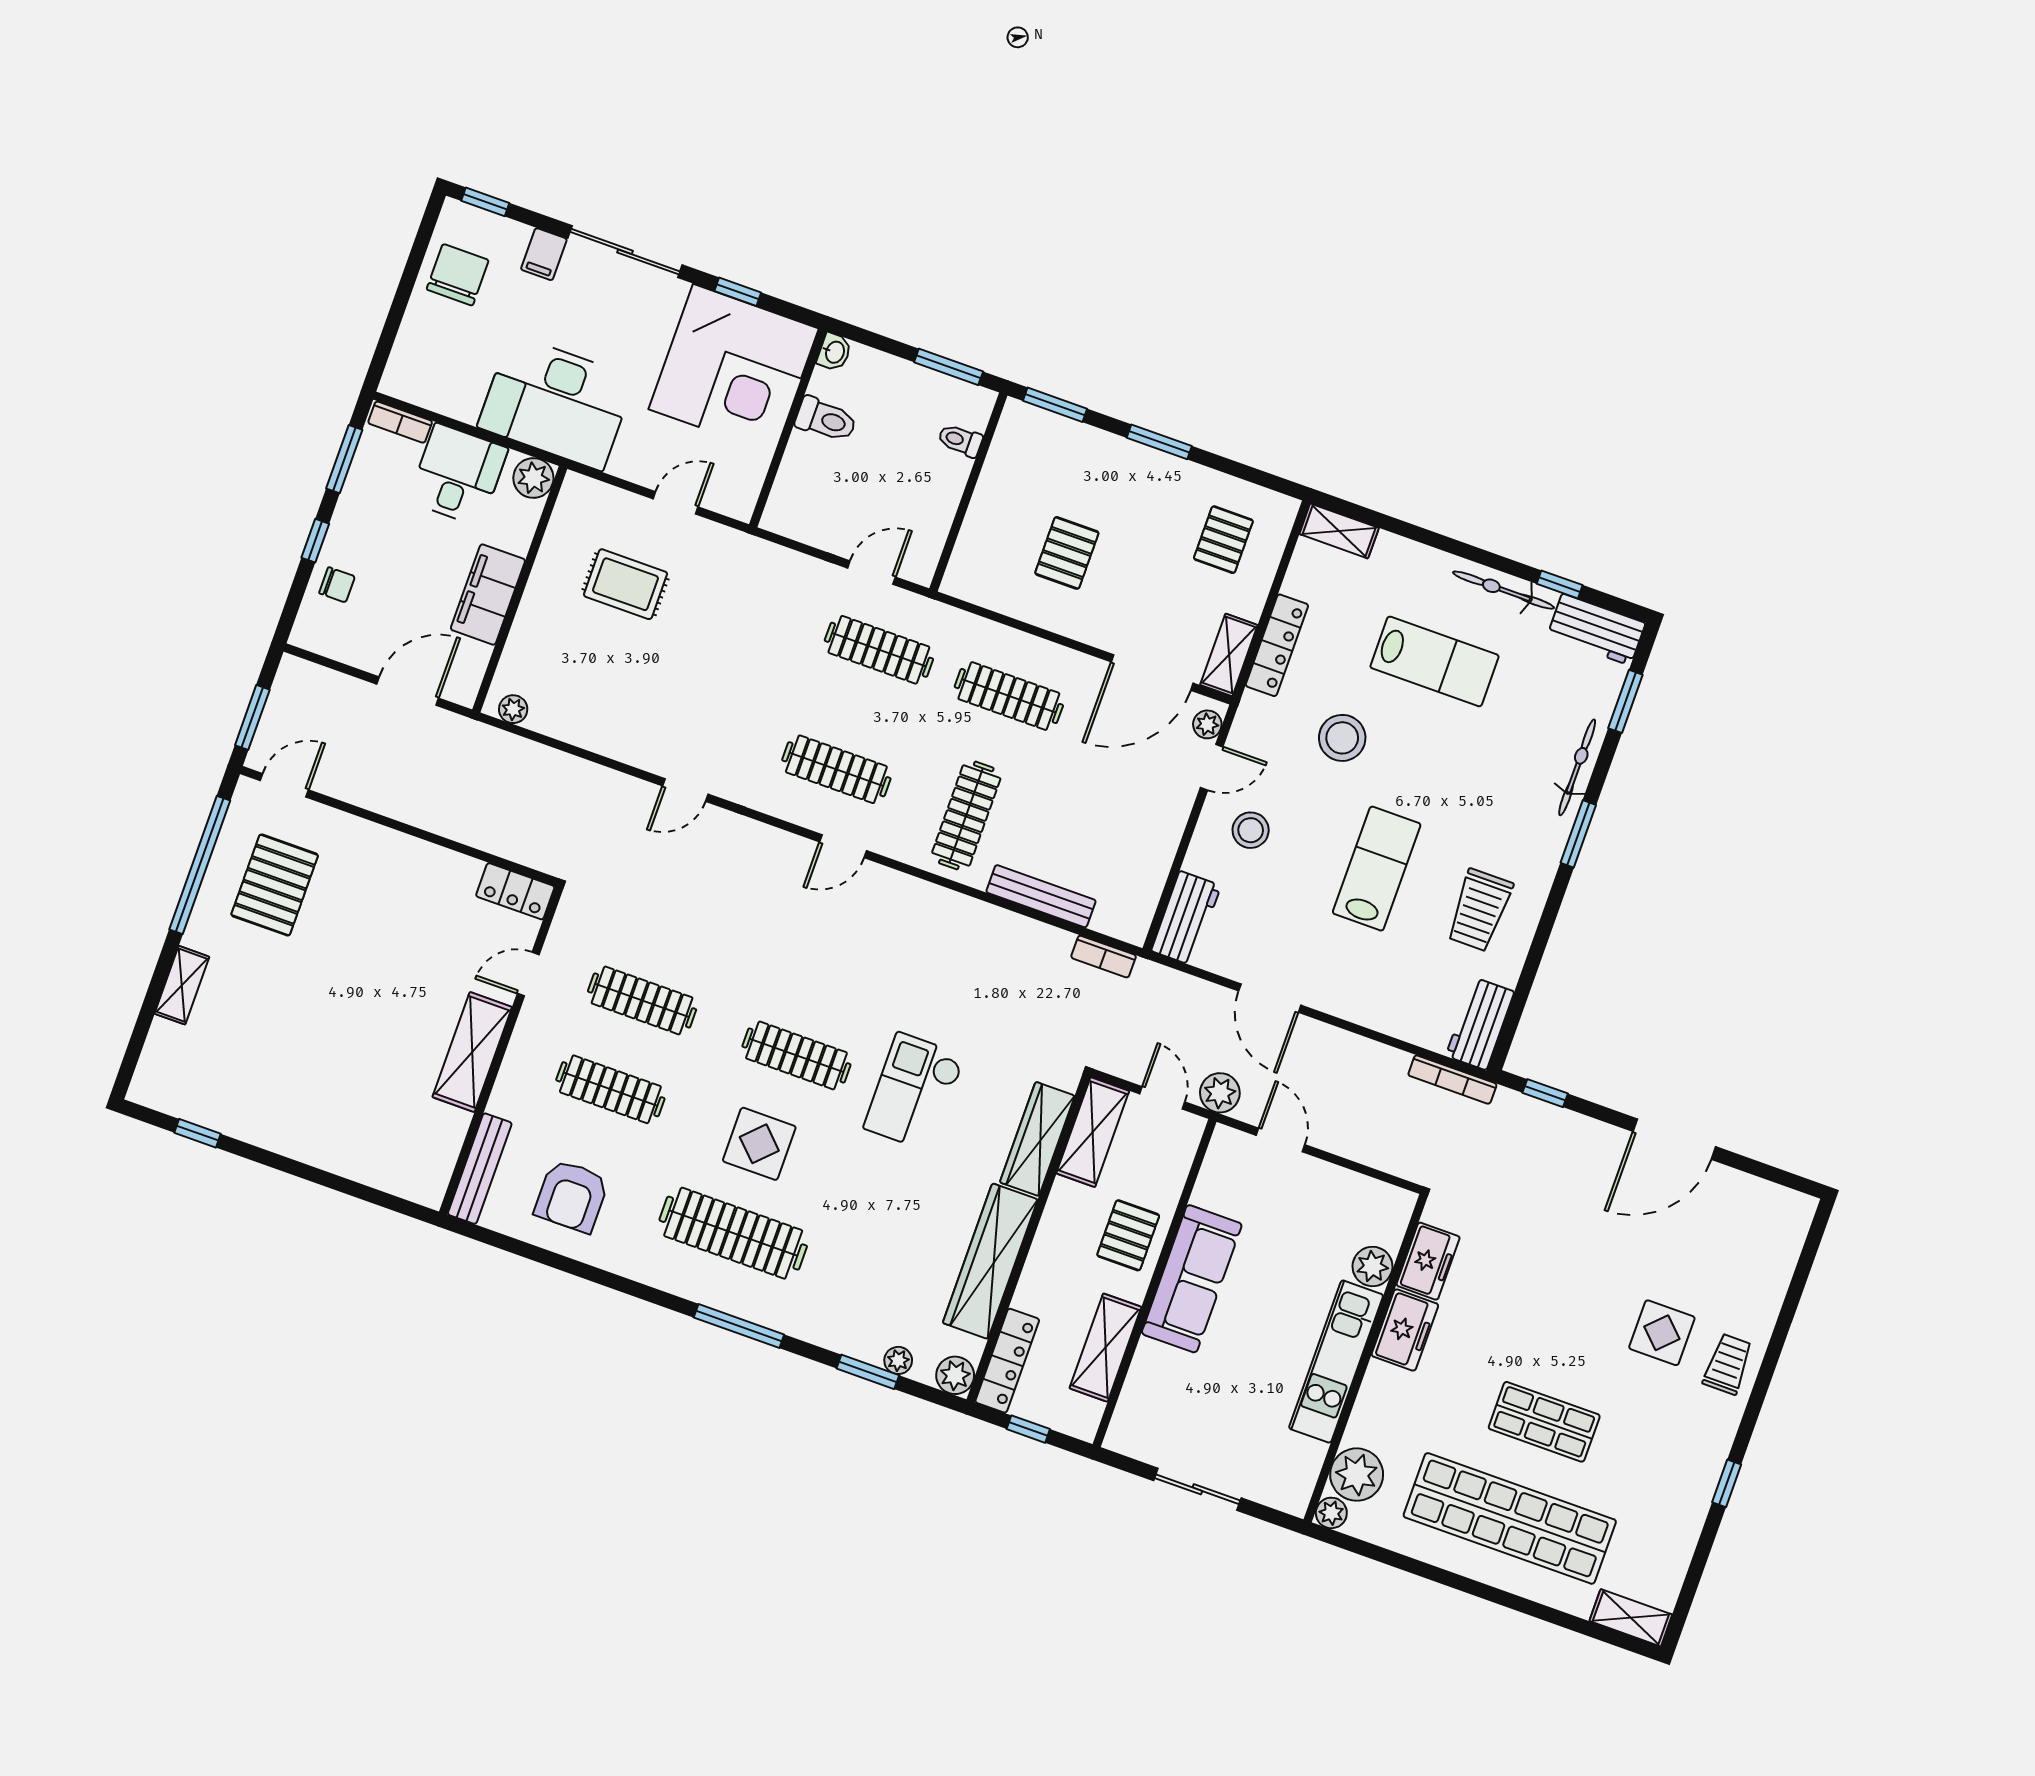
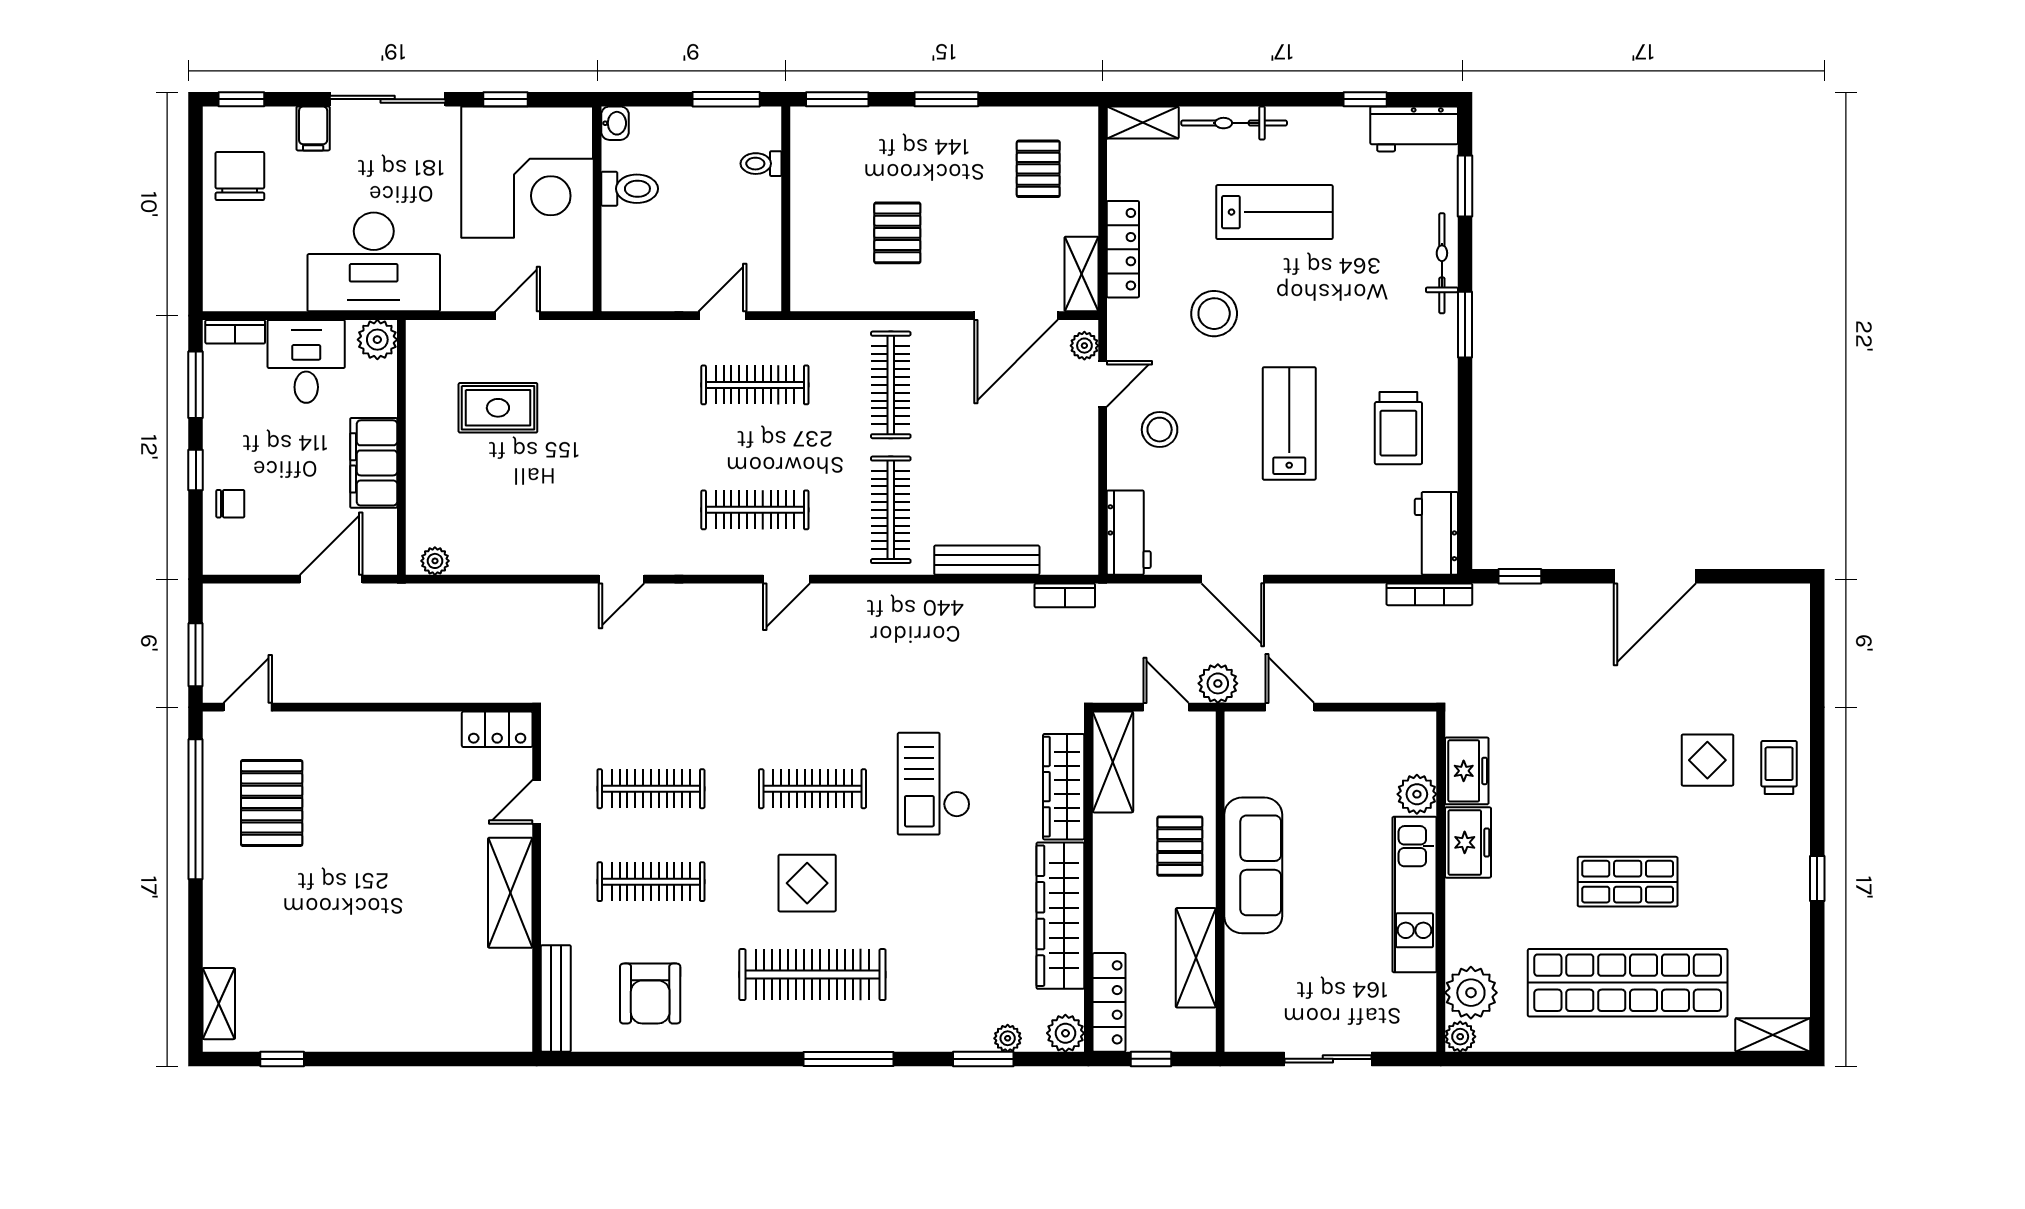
bicycle: (1503, 590) -> (1234, 123), moved
clothes rail: (1009, 696) -> (891, 385), turned 90
shelving: (182, 985) -> (219, 1004), moved

